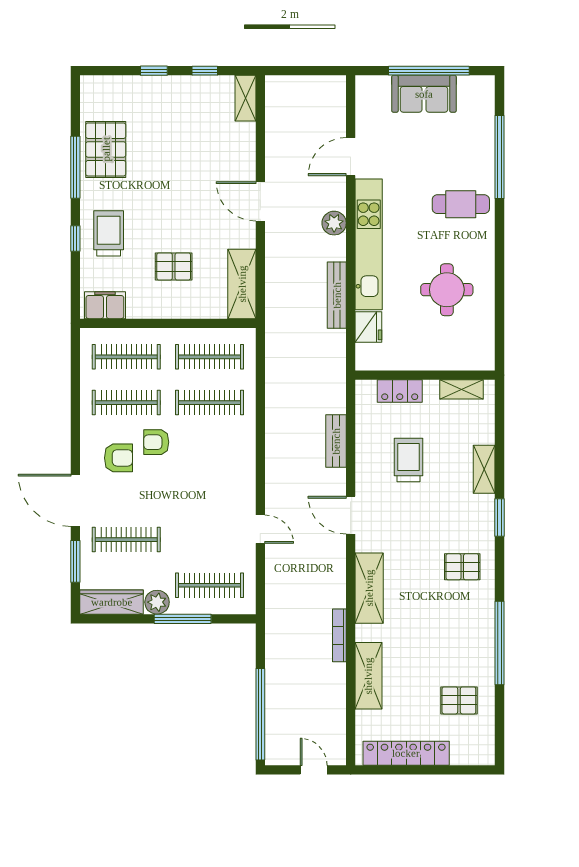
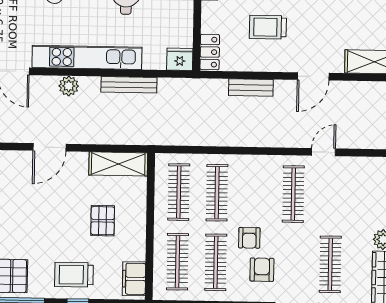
fridge: (368, 327) -> (180, 59), moved
locker: (400, 391) -> (210, 52), moved
clothes rail: (210, 585) -> (293, 194), moved

